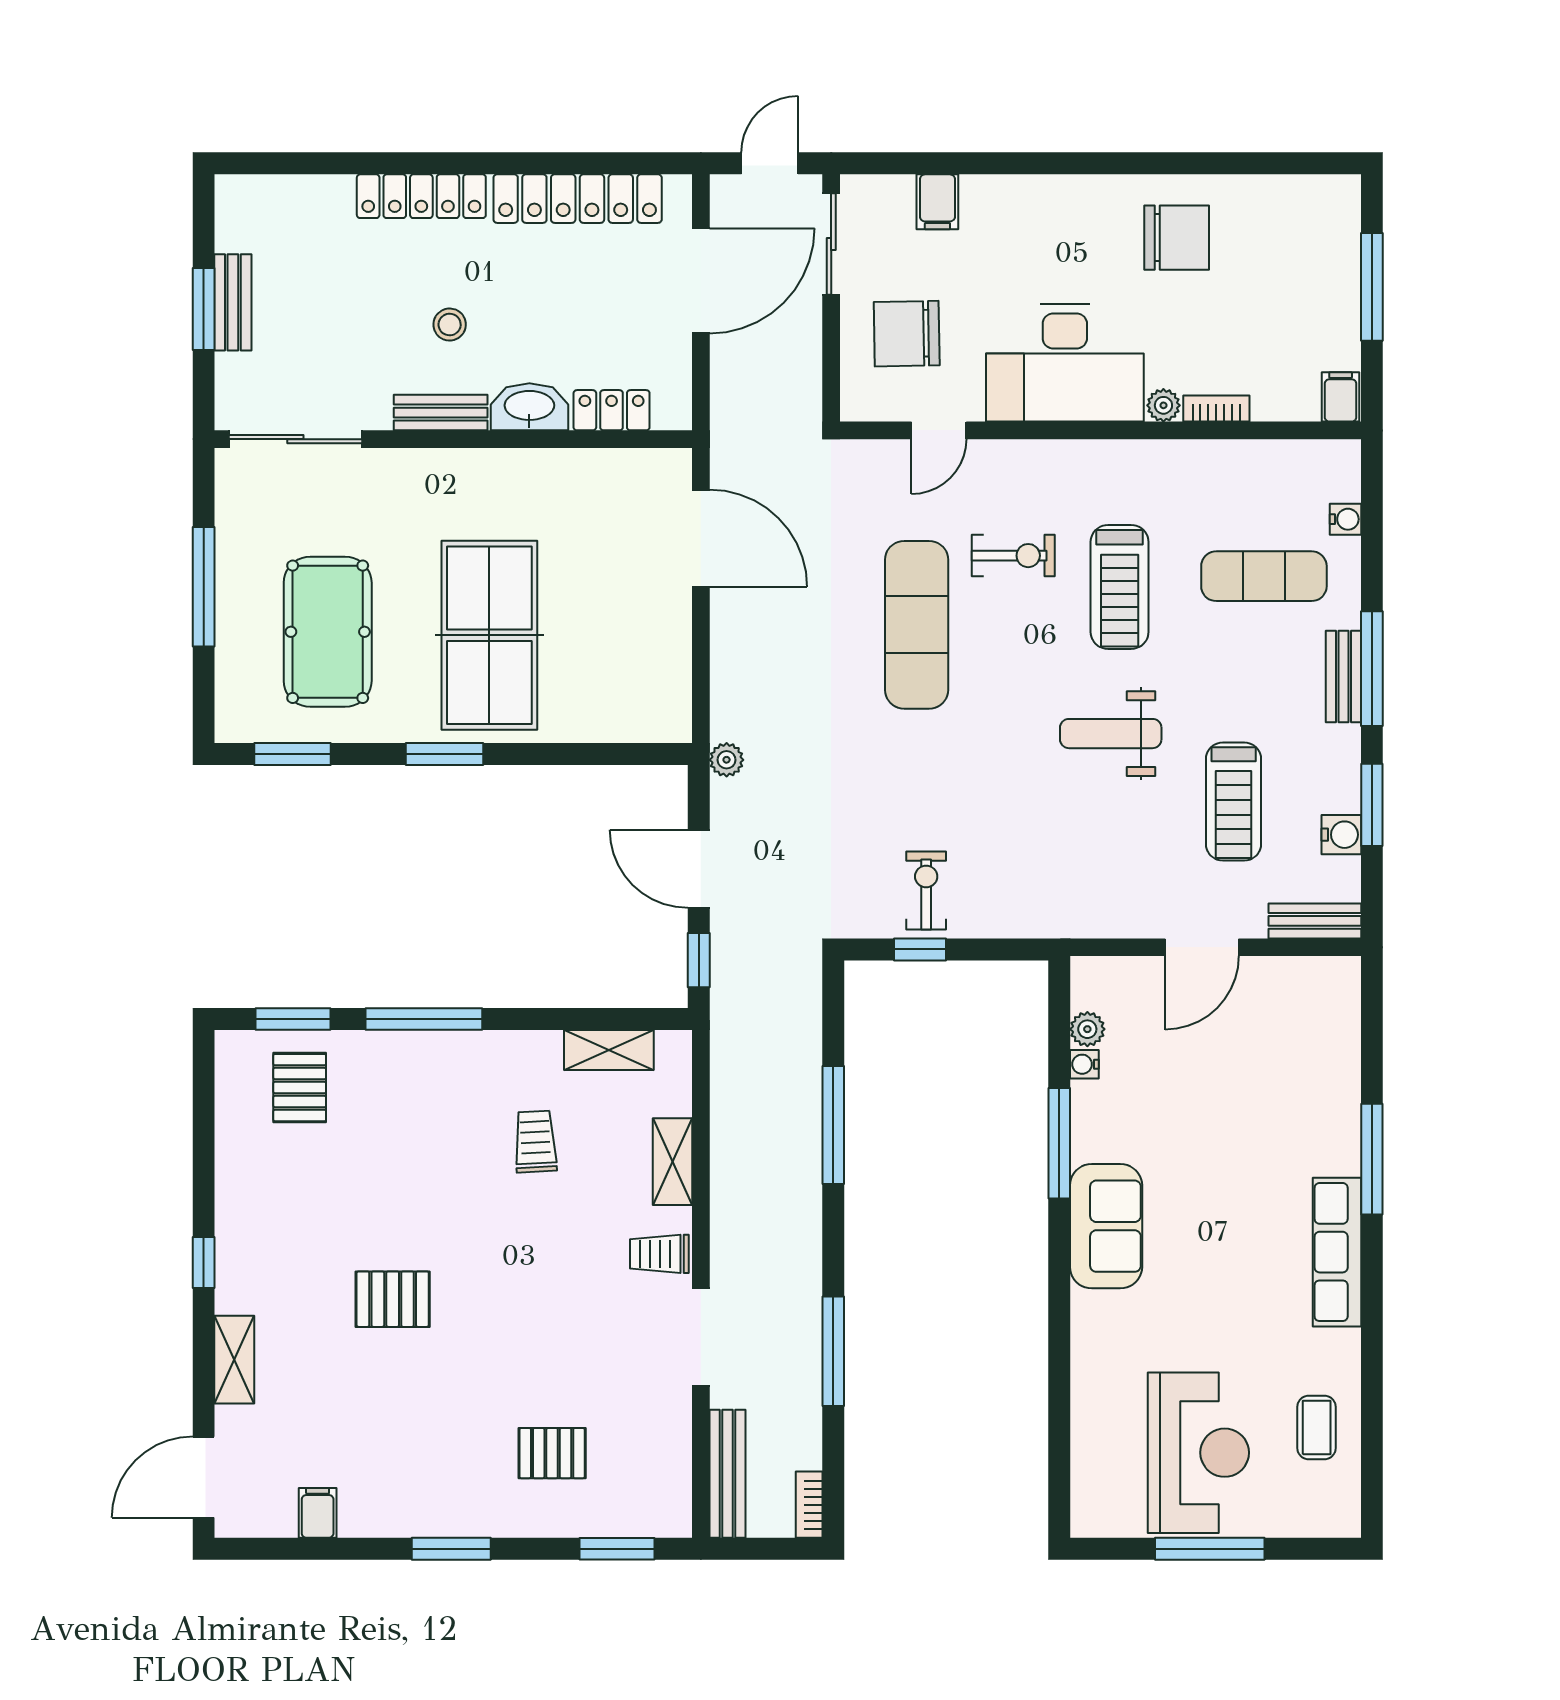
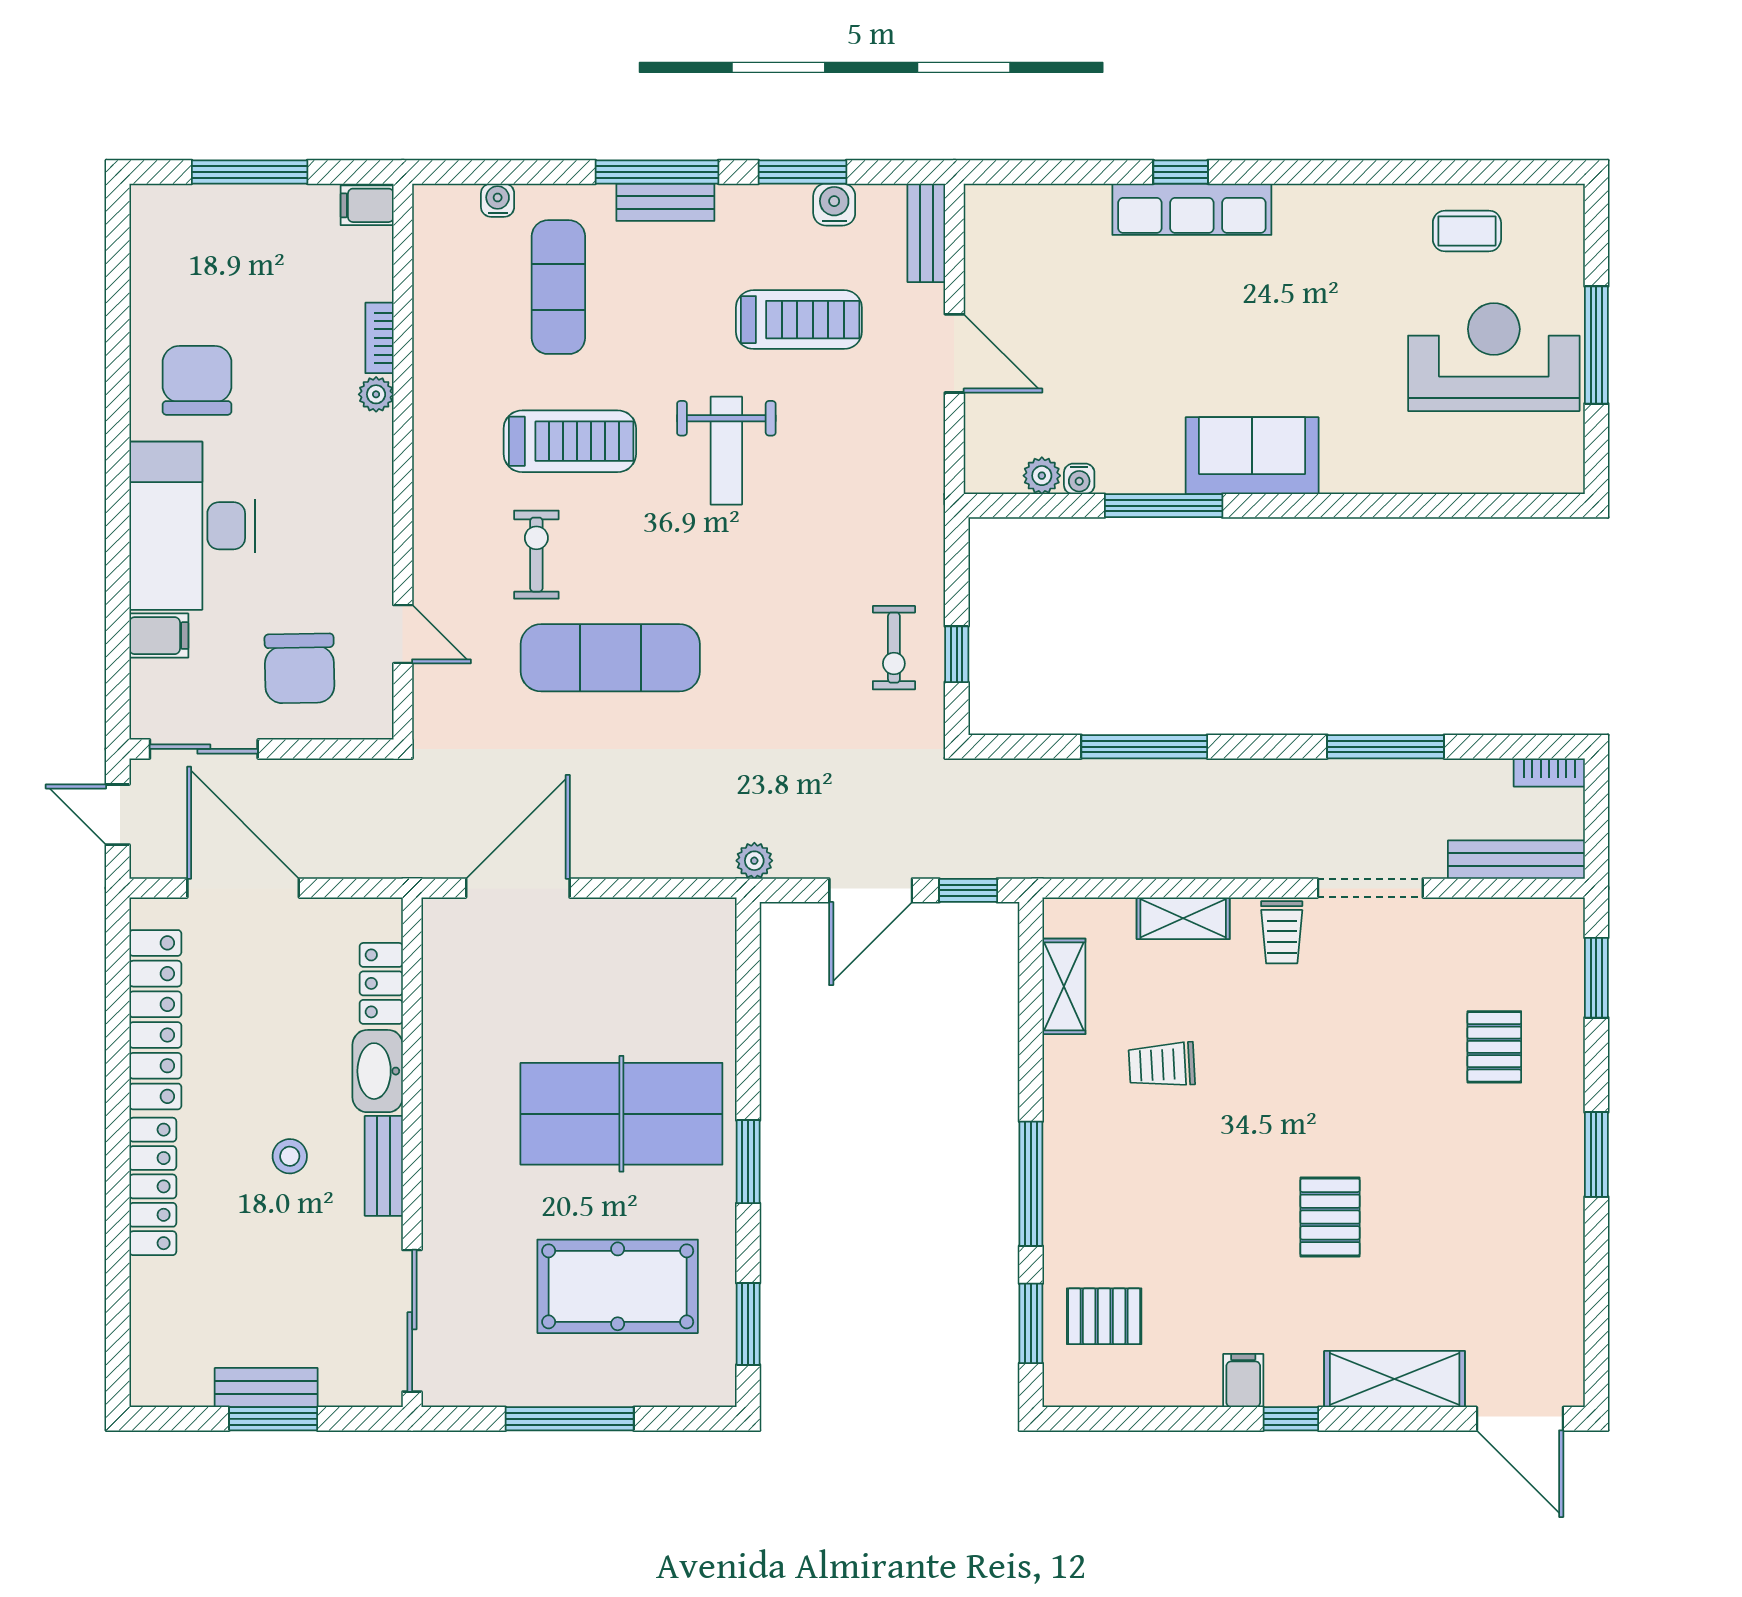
desk: (1065, 363) -> (192, 526), moved, turned 180
exercise bike: (926, 891) -> (894, 648), turned -90
window: (1372, 1159) -> (1181, 172), width x0.46
row of seats: (1337, 1252) -> (1192, 209), moved
shelving: (234, 1360) -> (1395, 1379), width x1.50, depth x1.33
filing cabinet: (318, 1513) -> (1243, 1380), moved, turned 90

